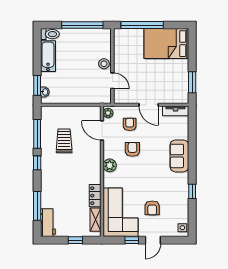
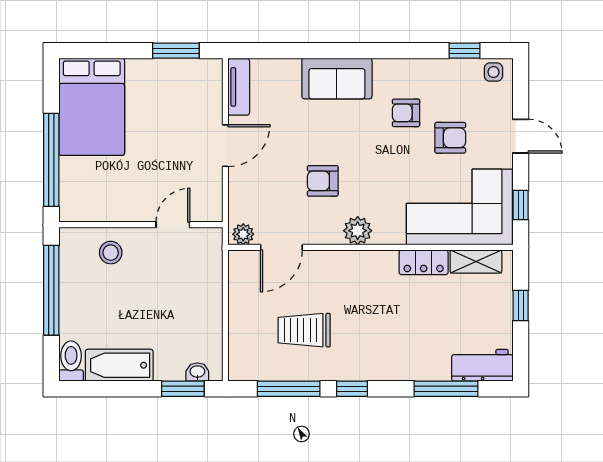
stool: (104, 64) -> (111, 253), moved
armchair: (130, 124) -> (406, 113), moved
window: (192, 191) -> (464, 51), moved
window: (132, 240) -> (521, 205), moved

